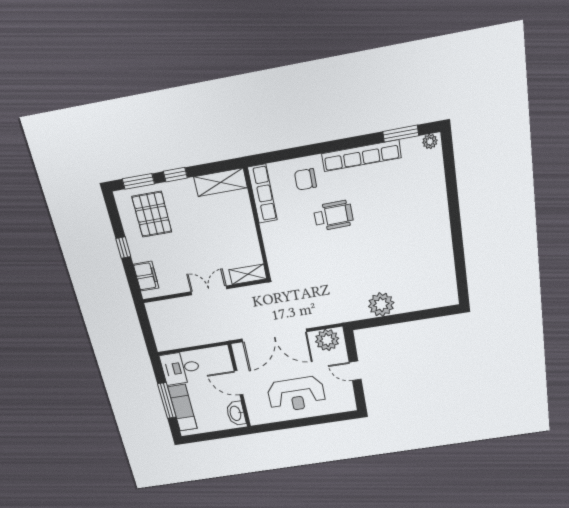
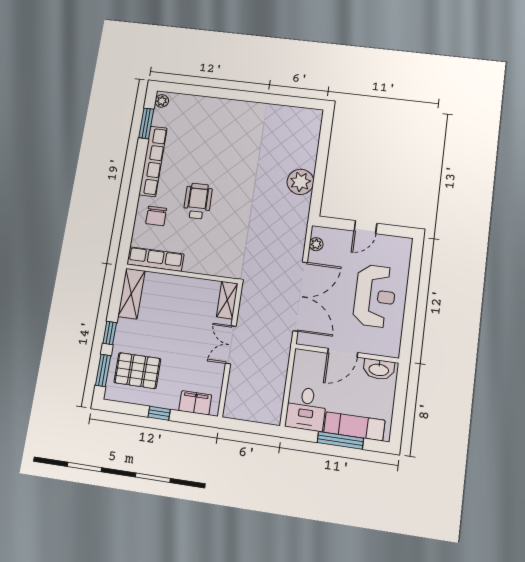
plant: (327, 340) -> (316, 244), width x0.53, depth x0.53

